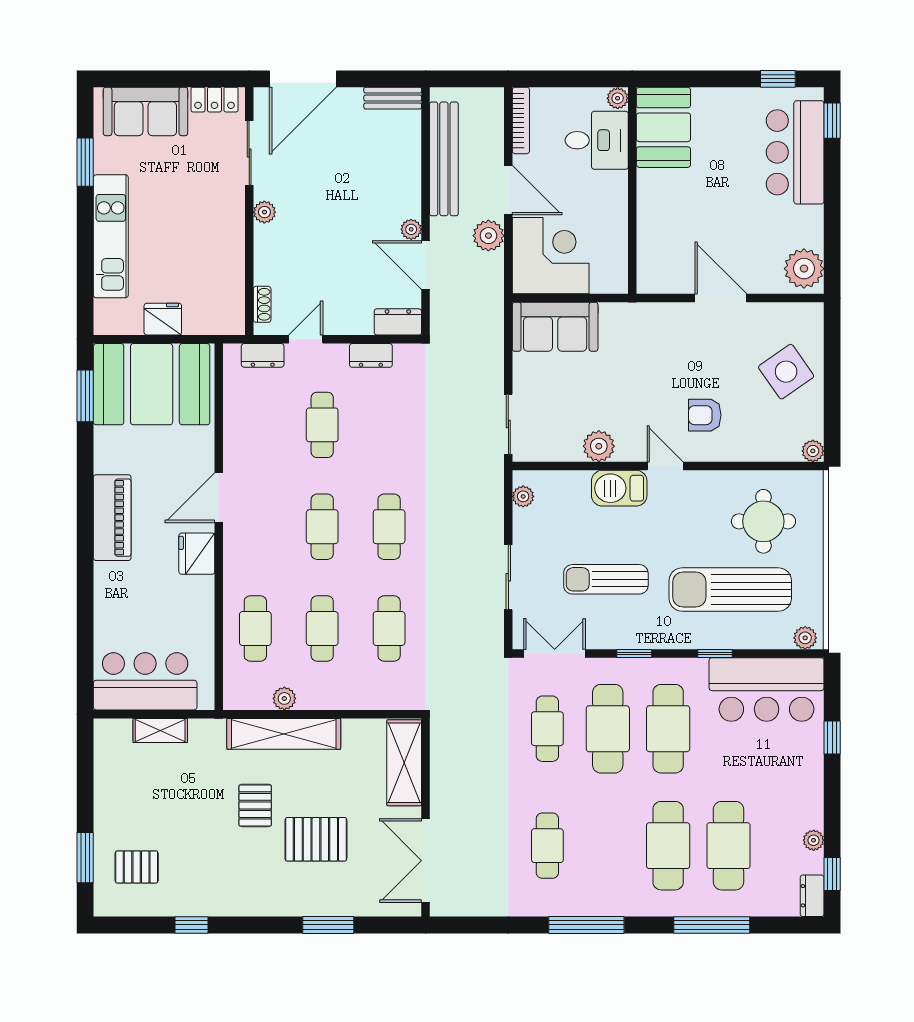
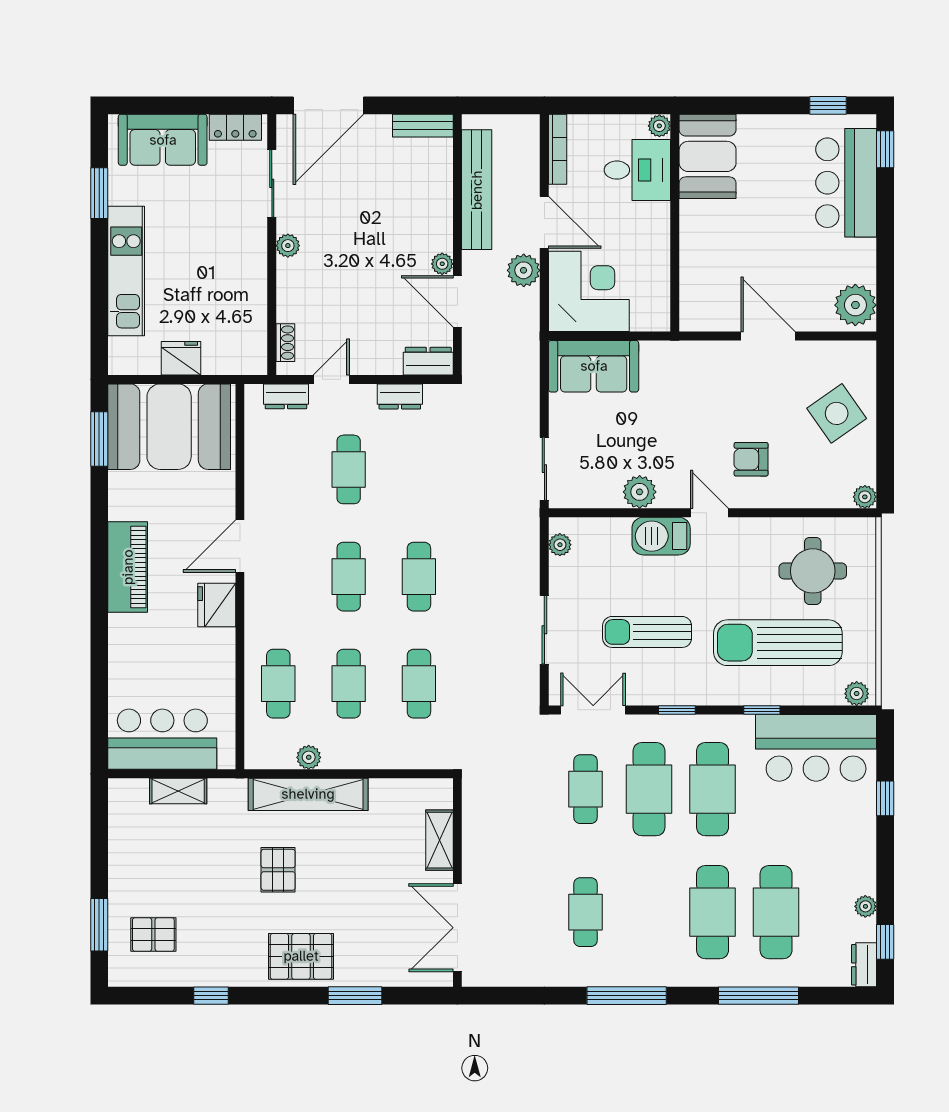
shelving: (404, 763) -> (439, 840), width x0.67, depth x0.75
pallet: (316, 839) -> (301, 956), moved

